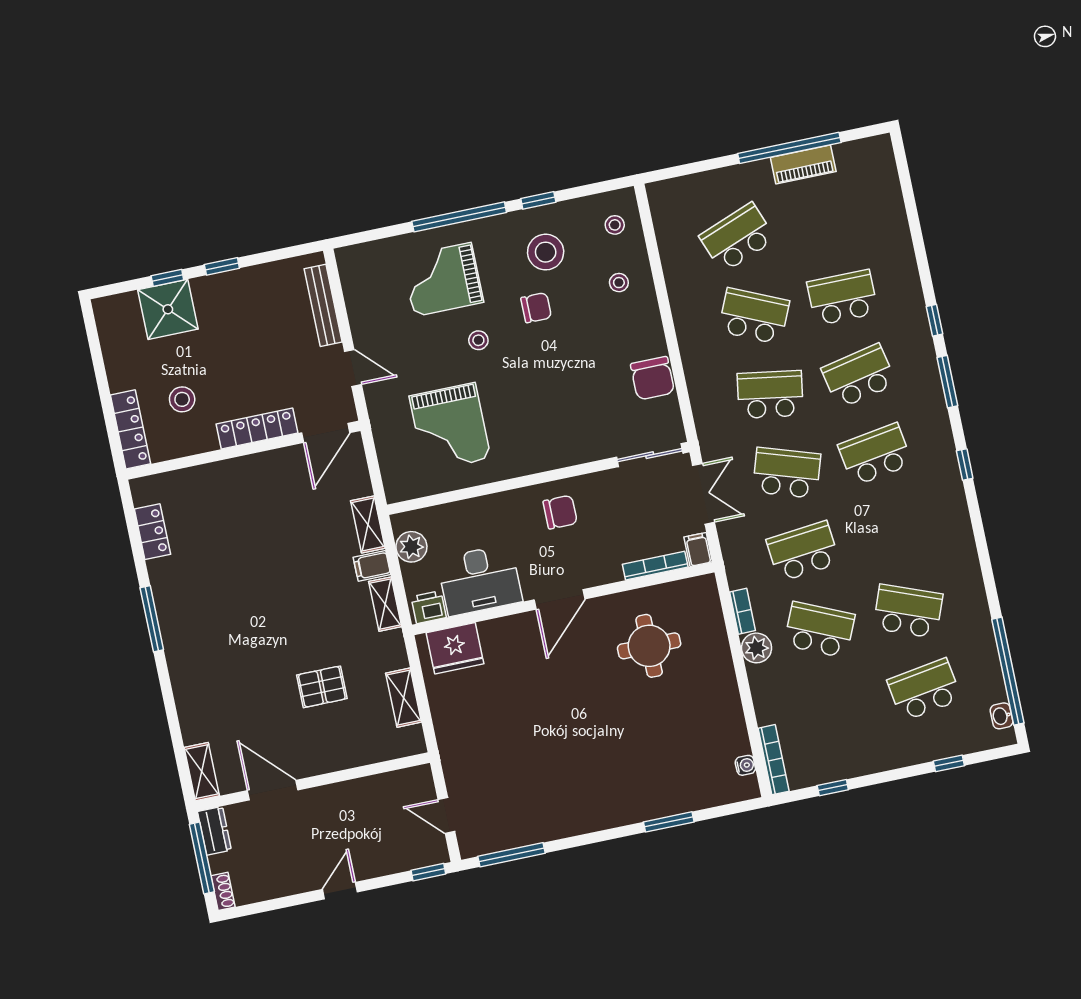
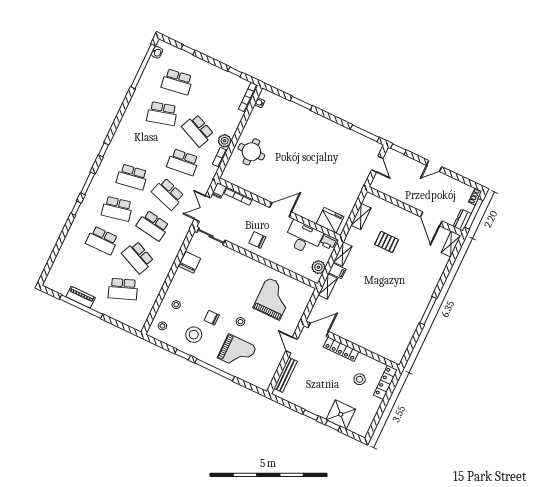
locker: (152, 532) -> (405, 341), removed
school desk: (908, 611) -> (162, 114), turned -36
round table: (649, 646) -> (251, 152), moved

